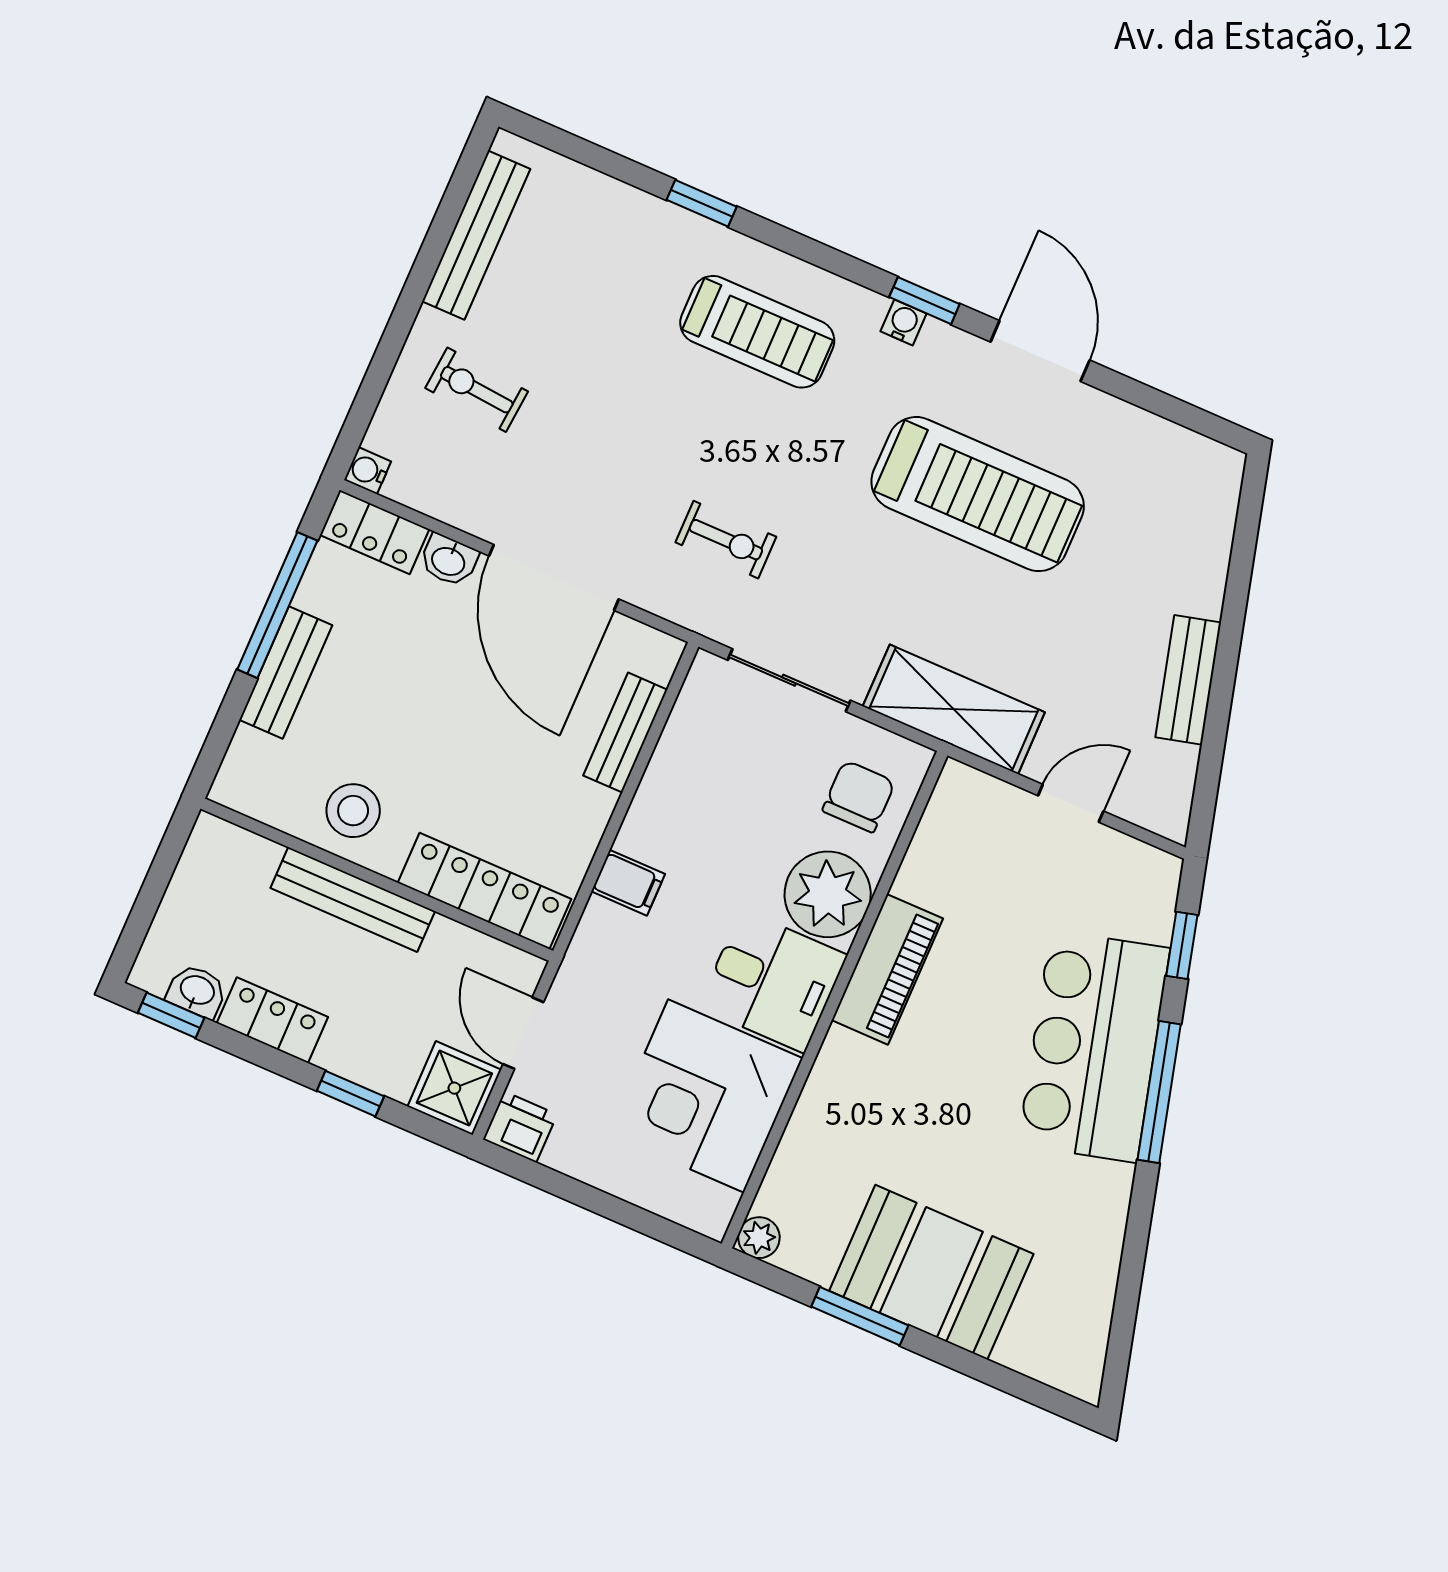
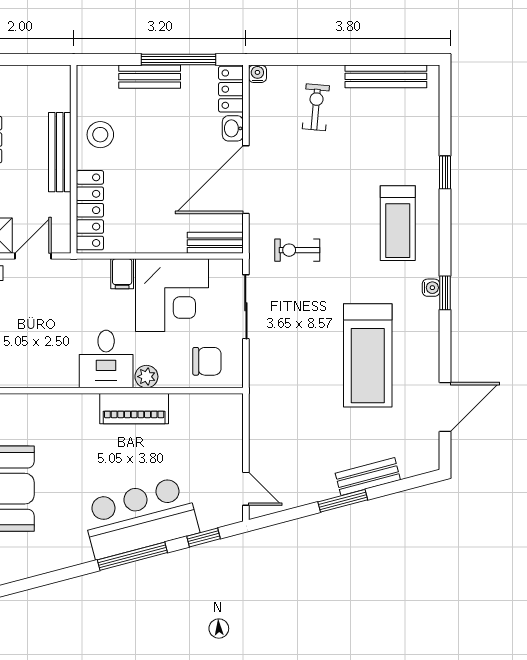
door: (1040, 351) -> (445, 407), moved
exercise bike: (726, 540) -> (297, 250), turned 90
window: (1227, 658) -> (343, 501), added
bench: (1188, 680) -> (368, 477), moved
shelving: (954, 709) -> (265, 387), removed
bench: (625, 733) -> (215, 243), moved
door: (1071, 803) -> (246, 489), moved
plant: (828, 894) -> (146, 377), width x0.53, depth x0.53
corner desk: (706, 1096) -> (172, 295), moved, turned 180

